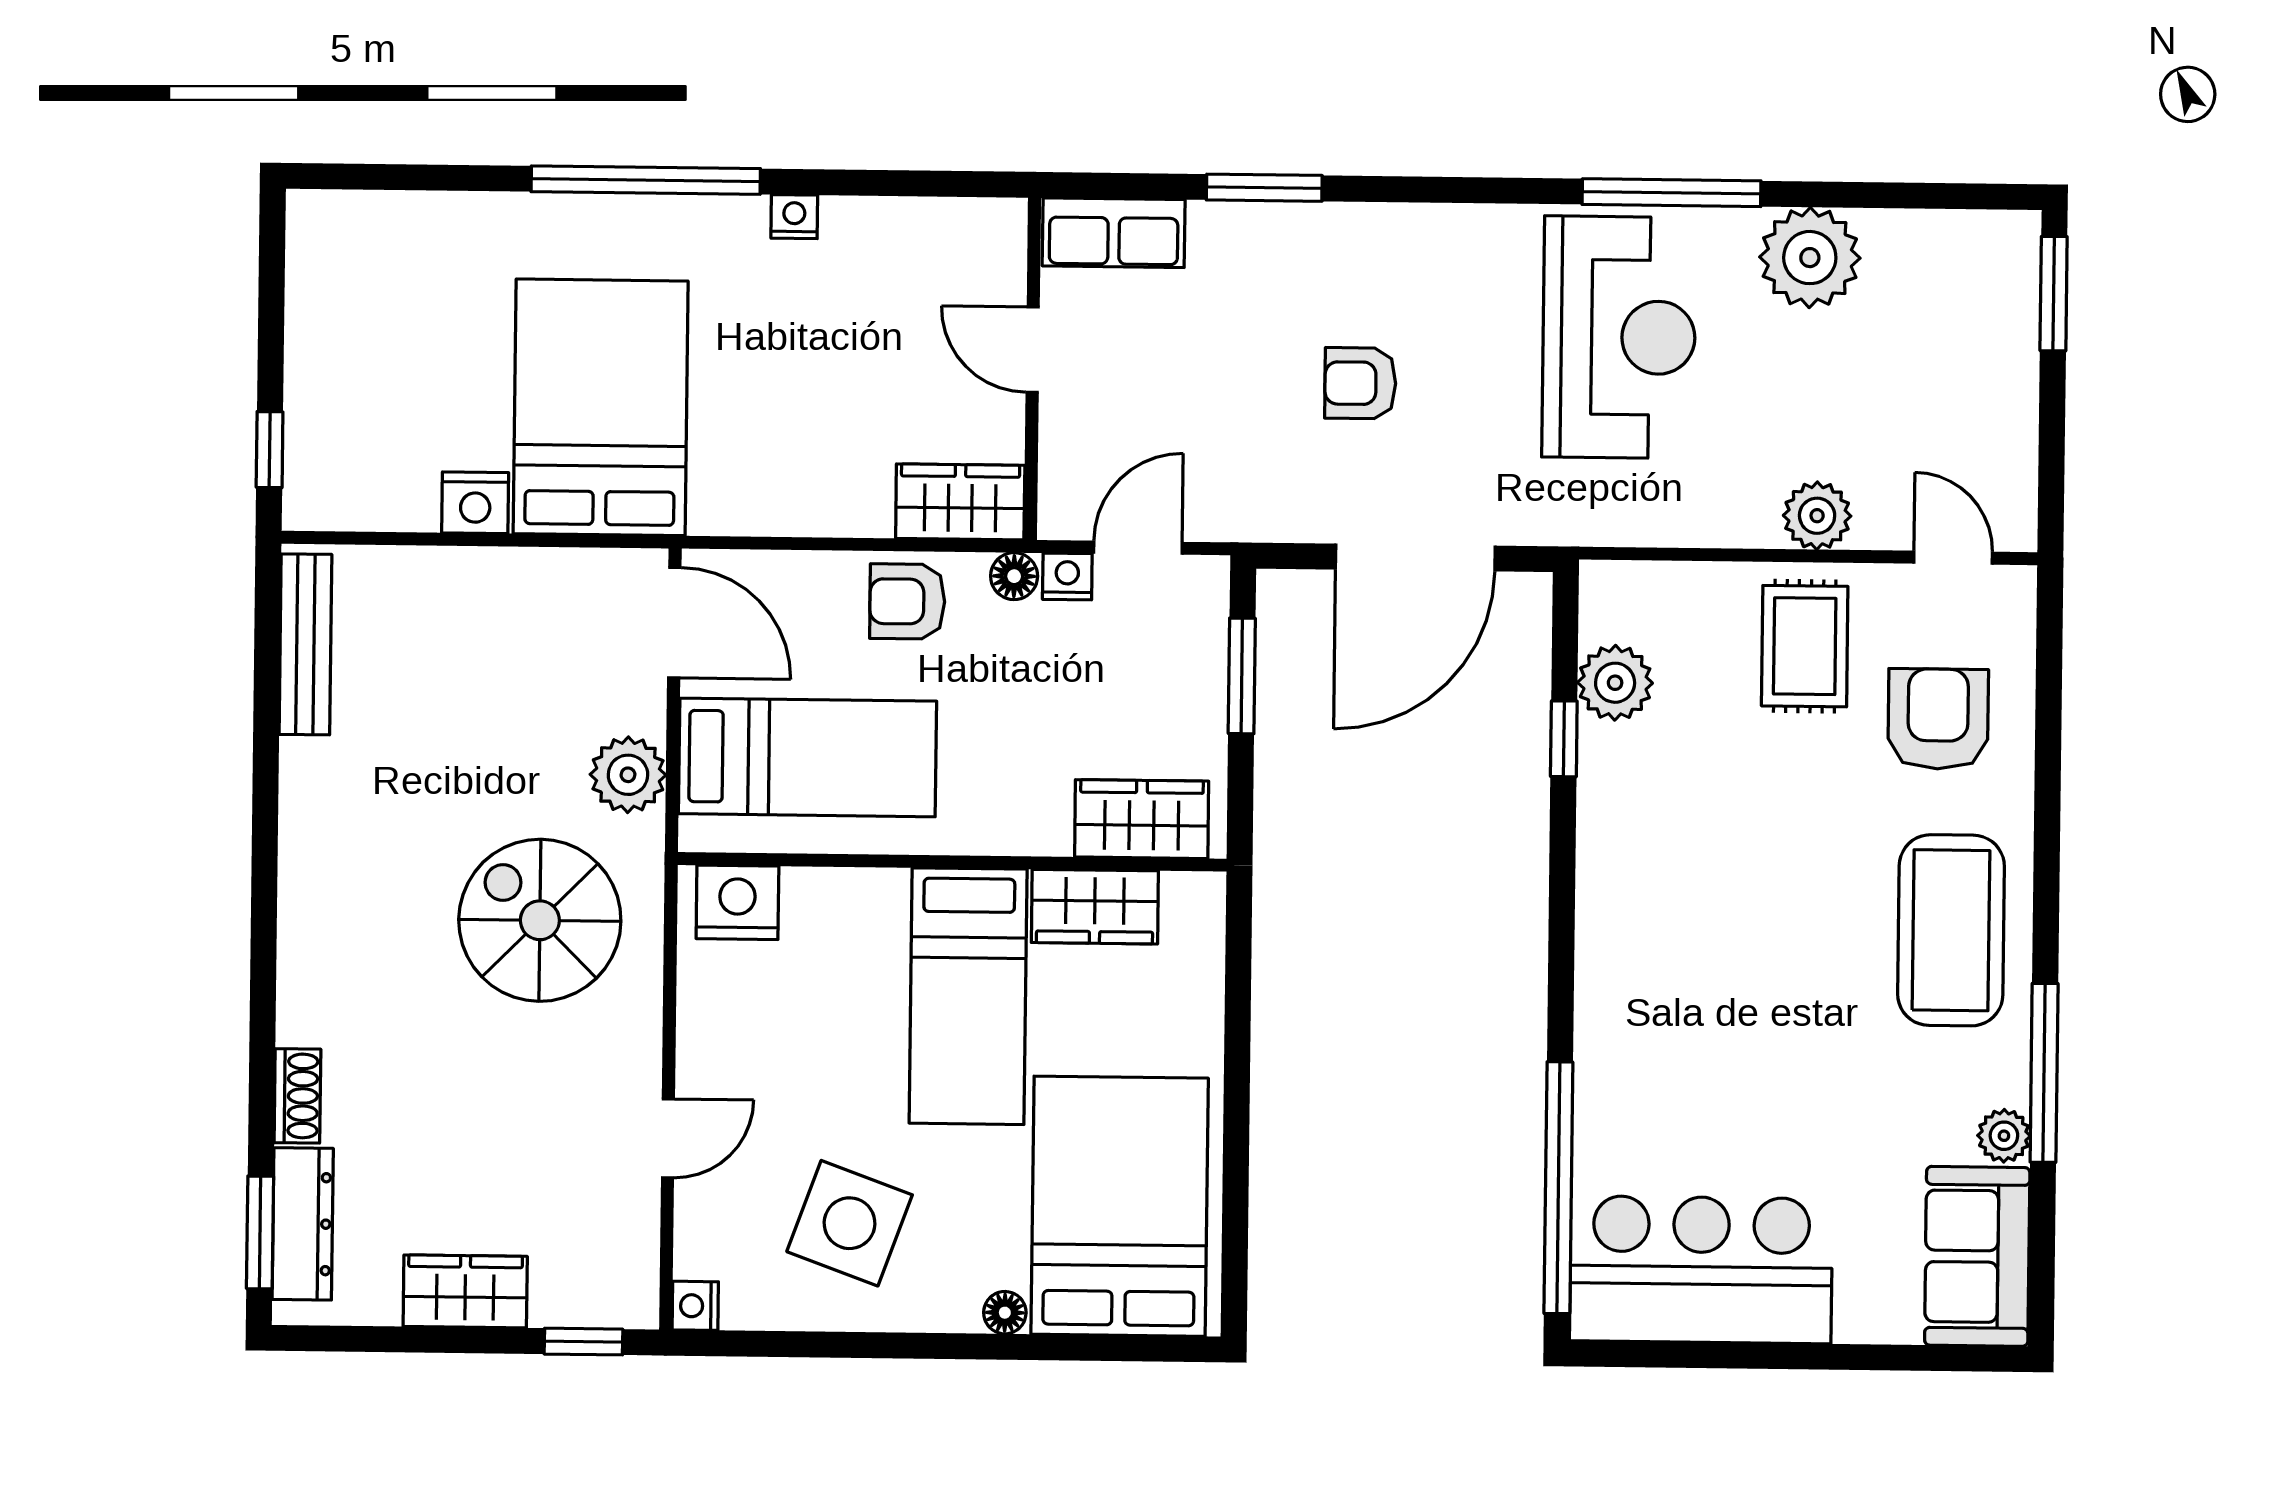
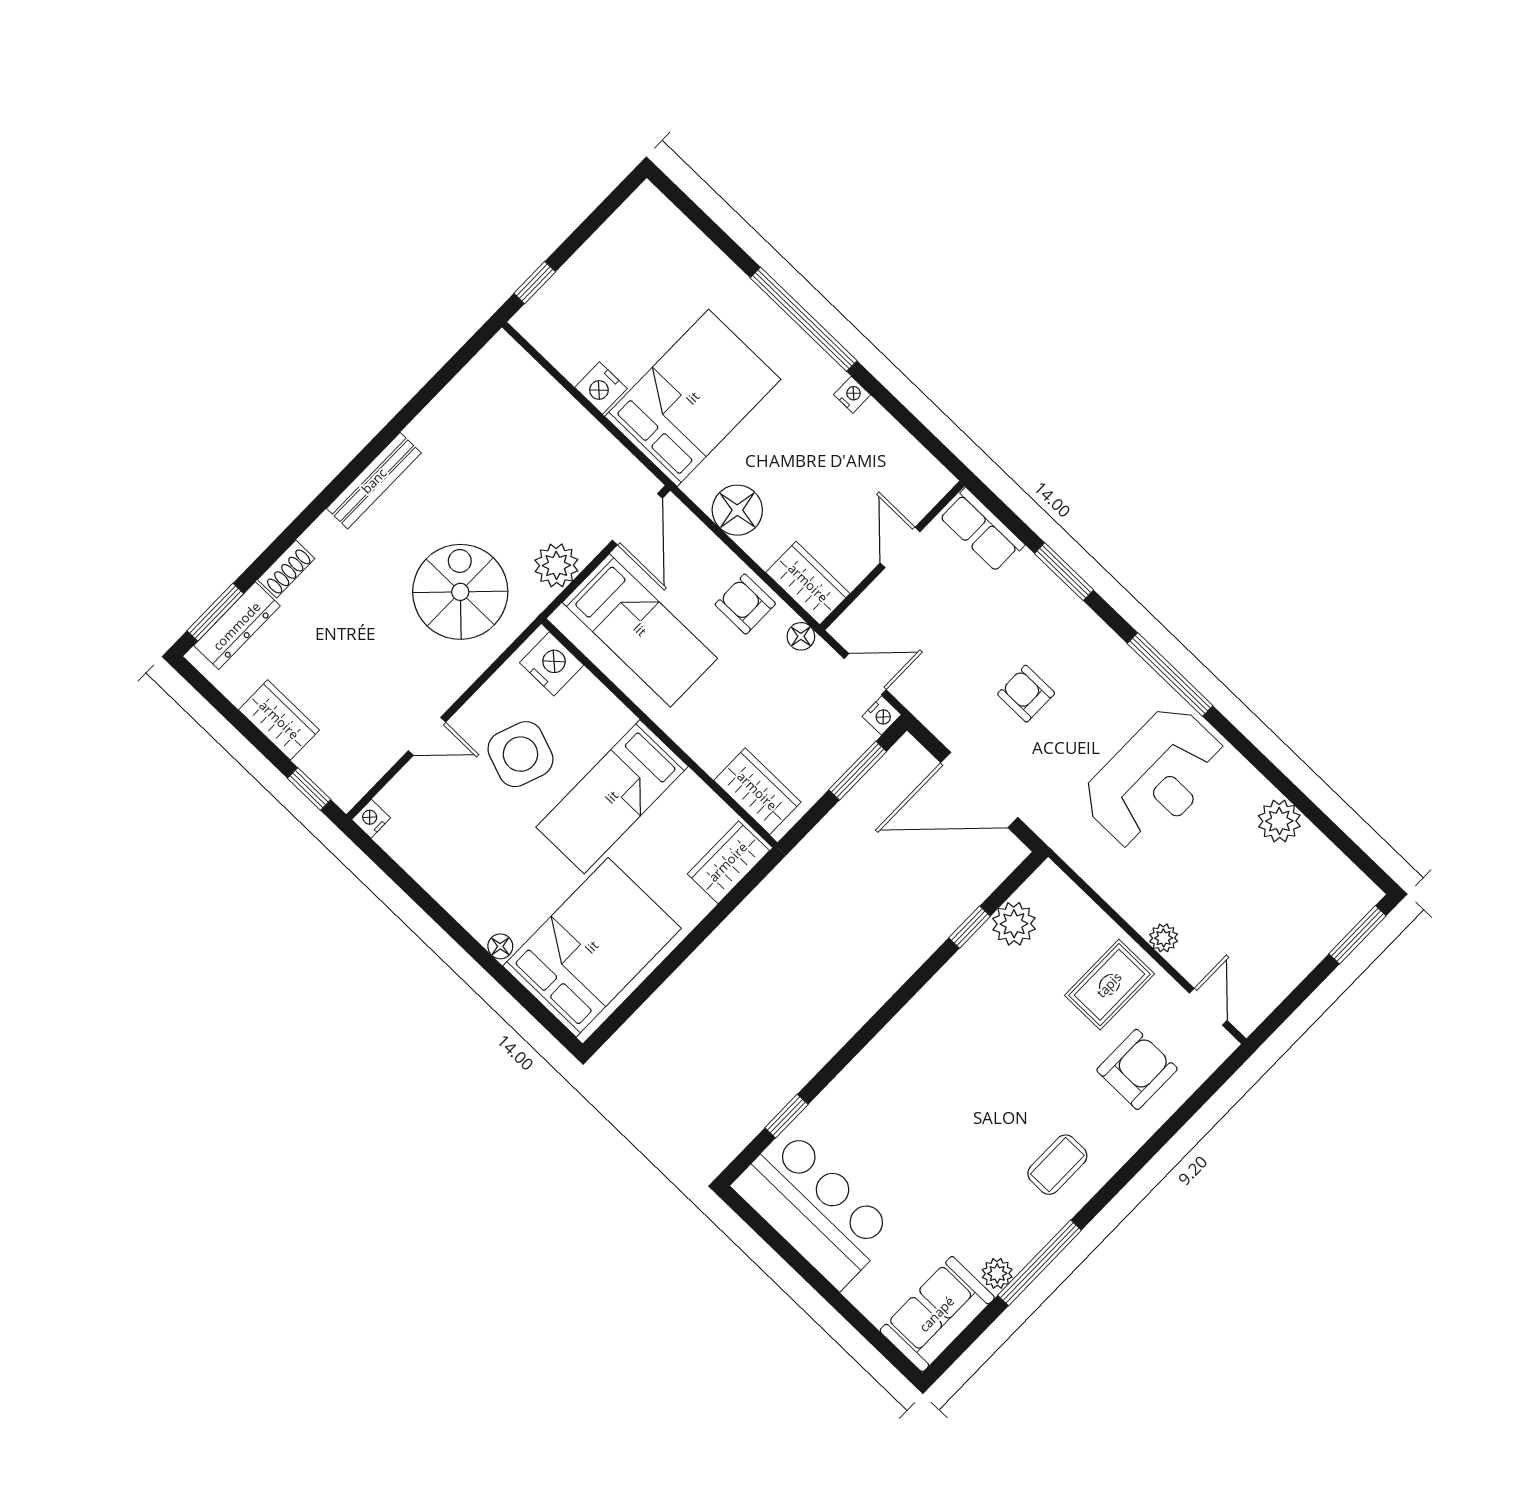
window: (1672, 193) -> (1170, 675), moved
plant: (1810, 258) -> (1279, 821), width x0.73, depth x0.73
floor lamp: (787, 494) -> (737, 510), added
plant: (1817, 516) -> (1164, 938), width x0.73, depth x0.73
nightstand: (1067, 576) -> (882, 715), moved, turned 90
bench: (305, 644) -> (374, 481), moved
wardrobe: (1095, 907) -> (728, 862), moved, turned 90
coffee table: (1951, 930) -> (1057, 1165), width x0.54, depth x0.58
window: (1558, 1188) -> (786, 1116), width x0.32
side table: (850, 1223) -> (520, 754), moved

